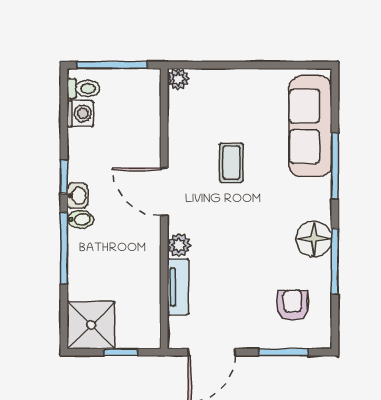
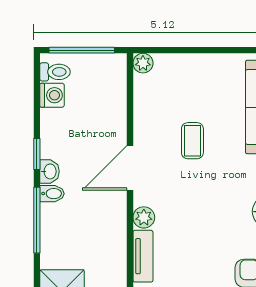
door: (164, 192) -> (130, 168), hinge flipped

